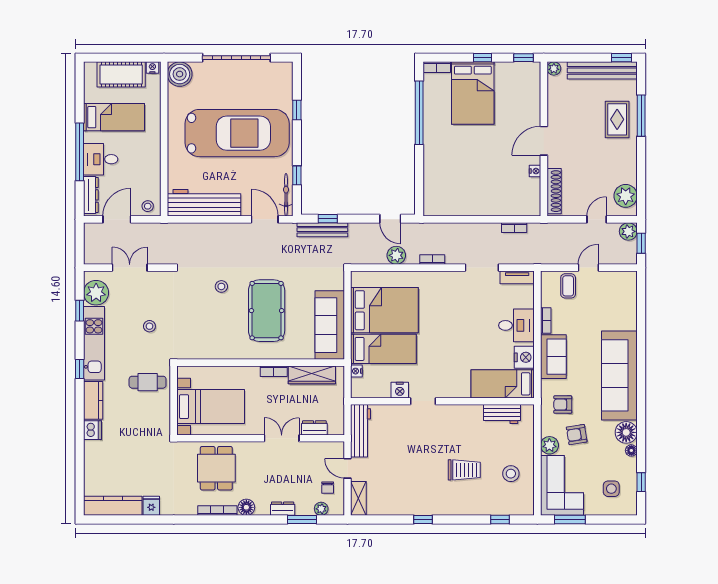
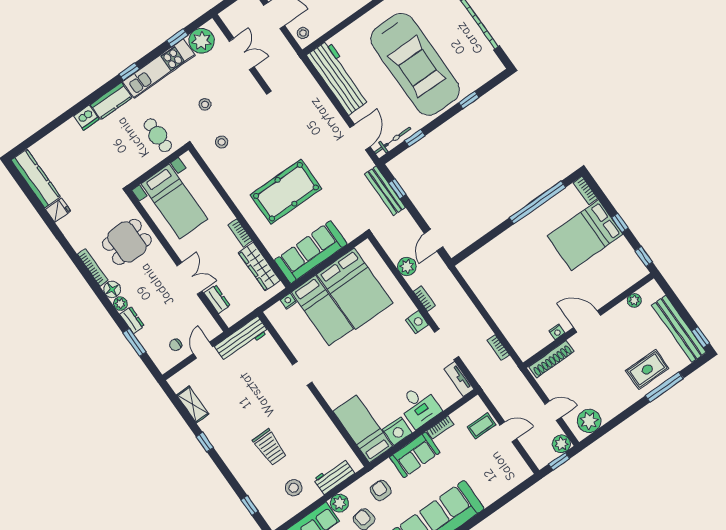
plant: (554, 68) -> (634, 300), moved
stool: (221, 286) -> (222, 142), moved
nightstand: (400, 390) -> (417, 322), moved, turned 180
workbench: (502, 414) -> (334, 476), moved, turned 90
shelving: (358, 498) -> (193, 404), moved, turned 90
plant: (321, 509) -> (120, 304), moved

